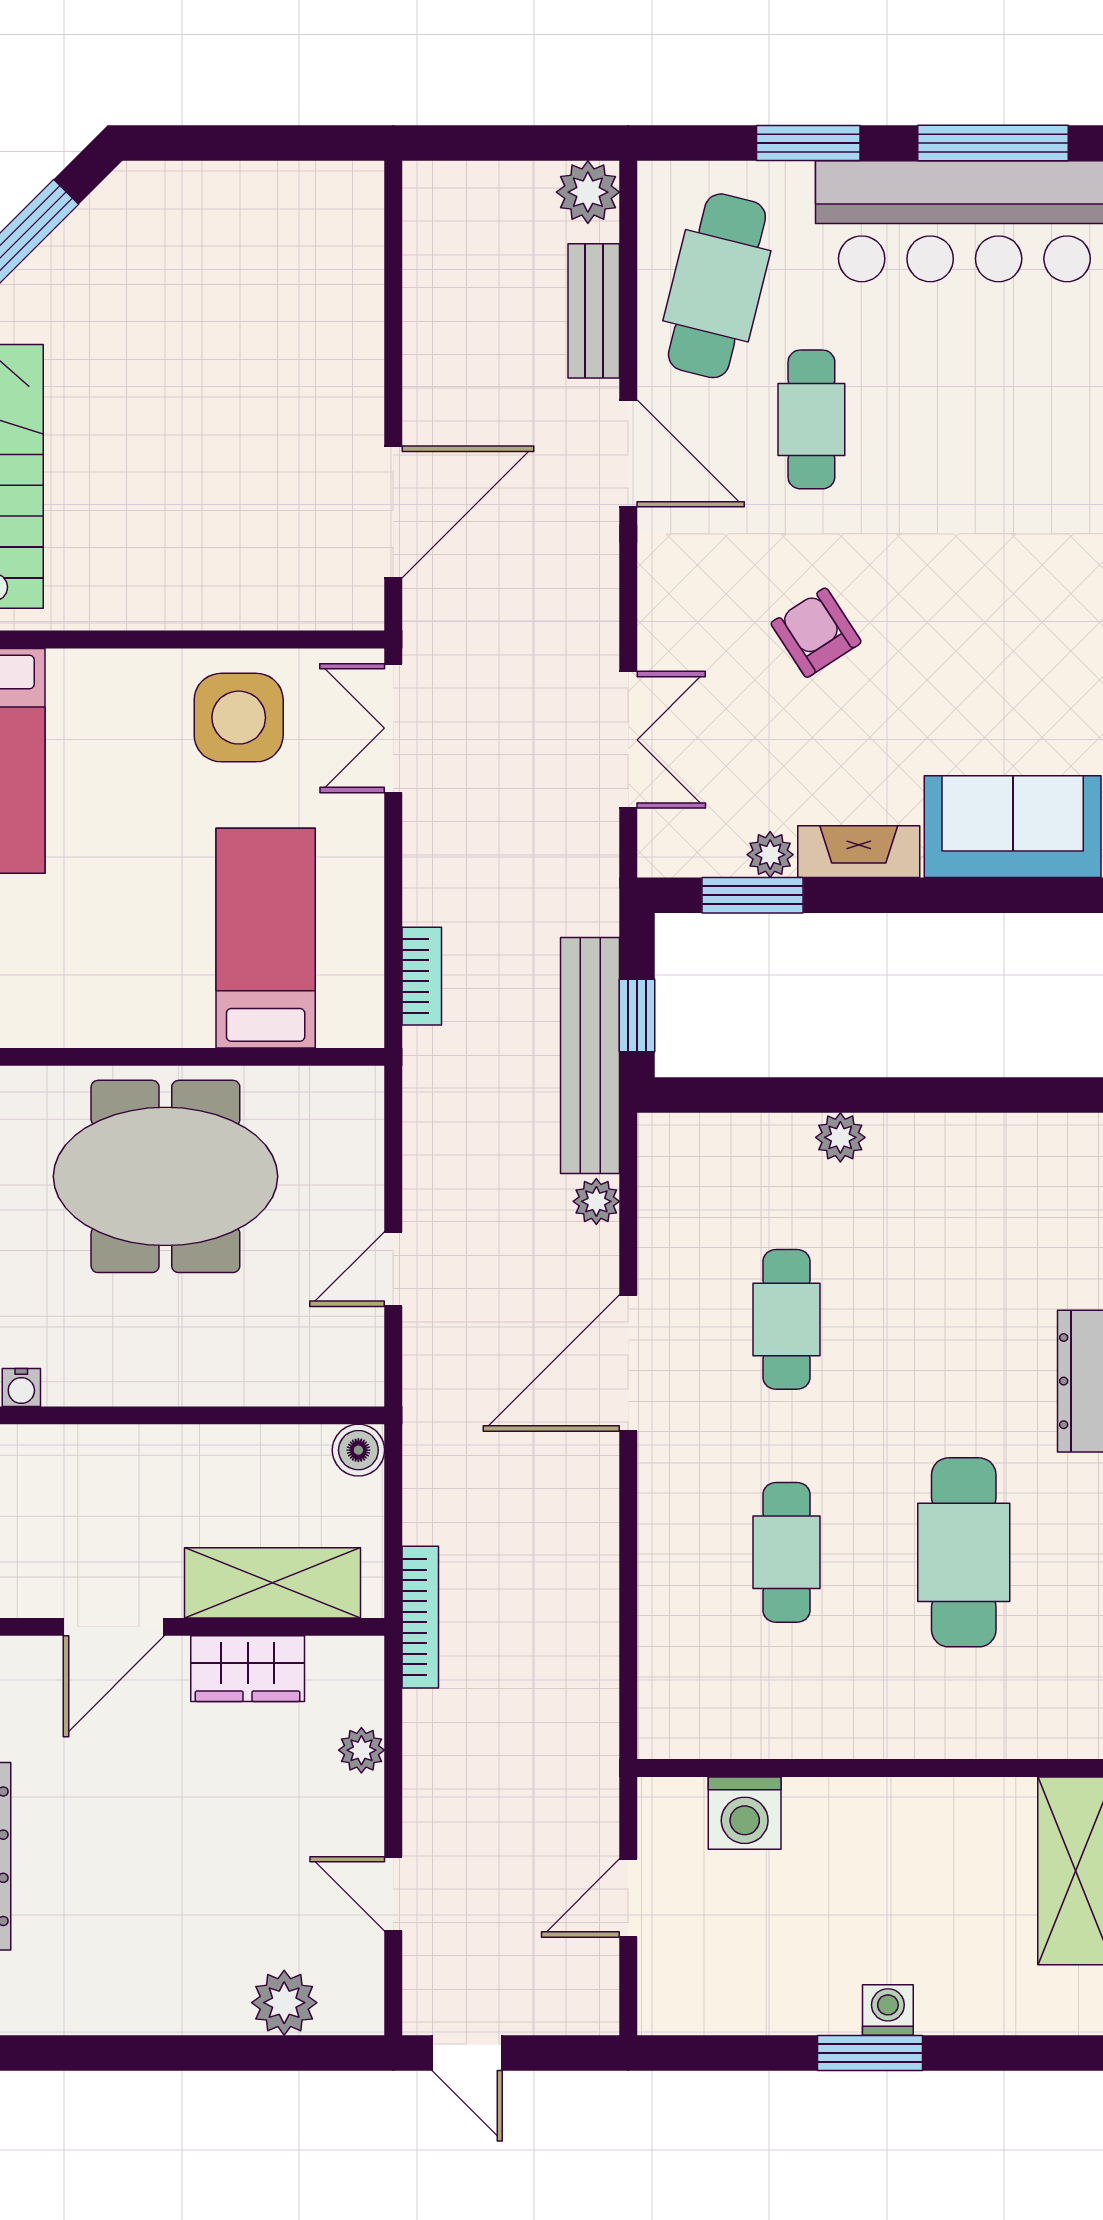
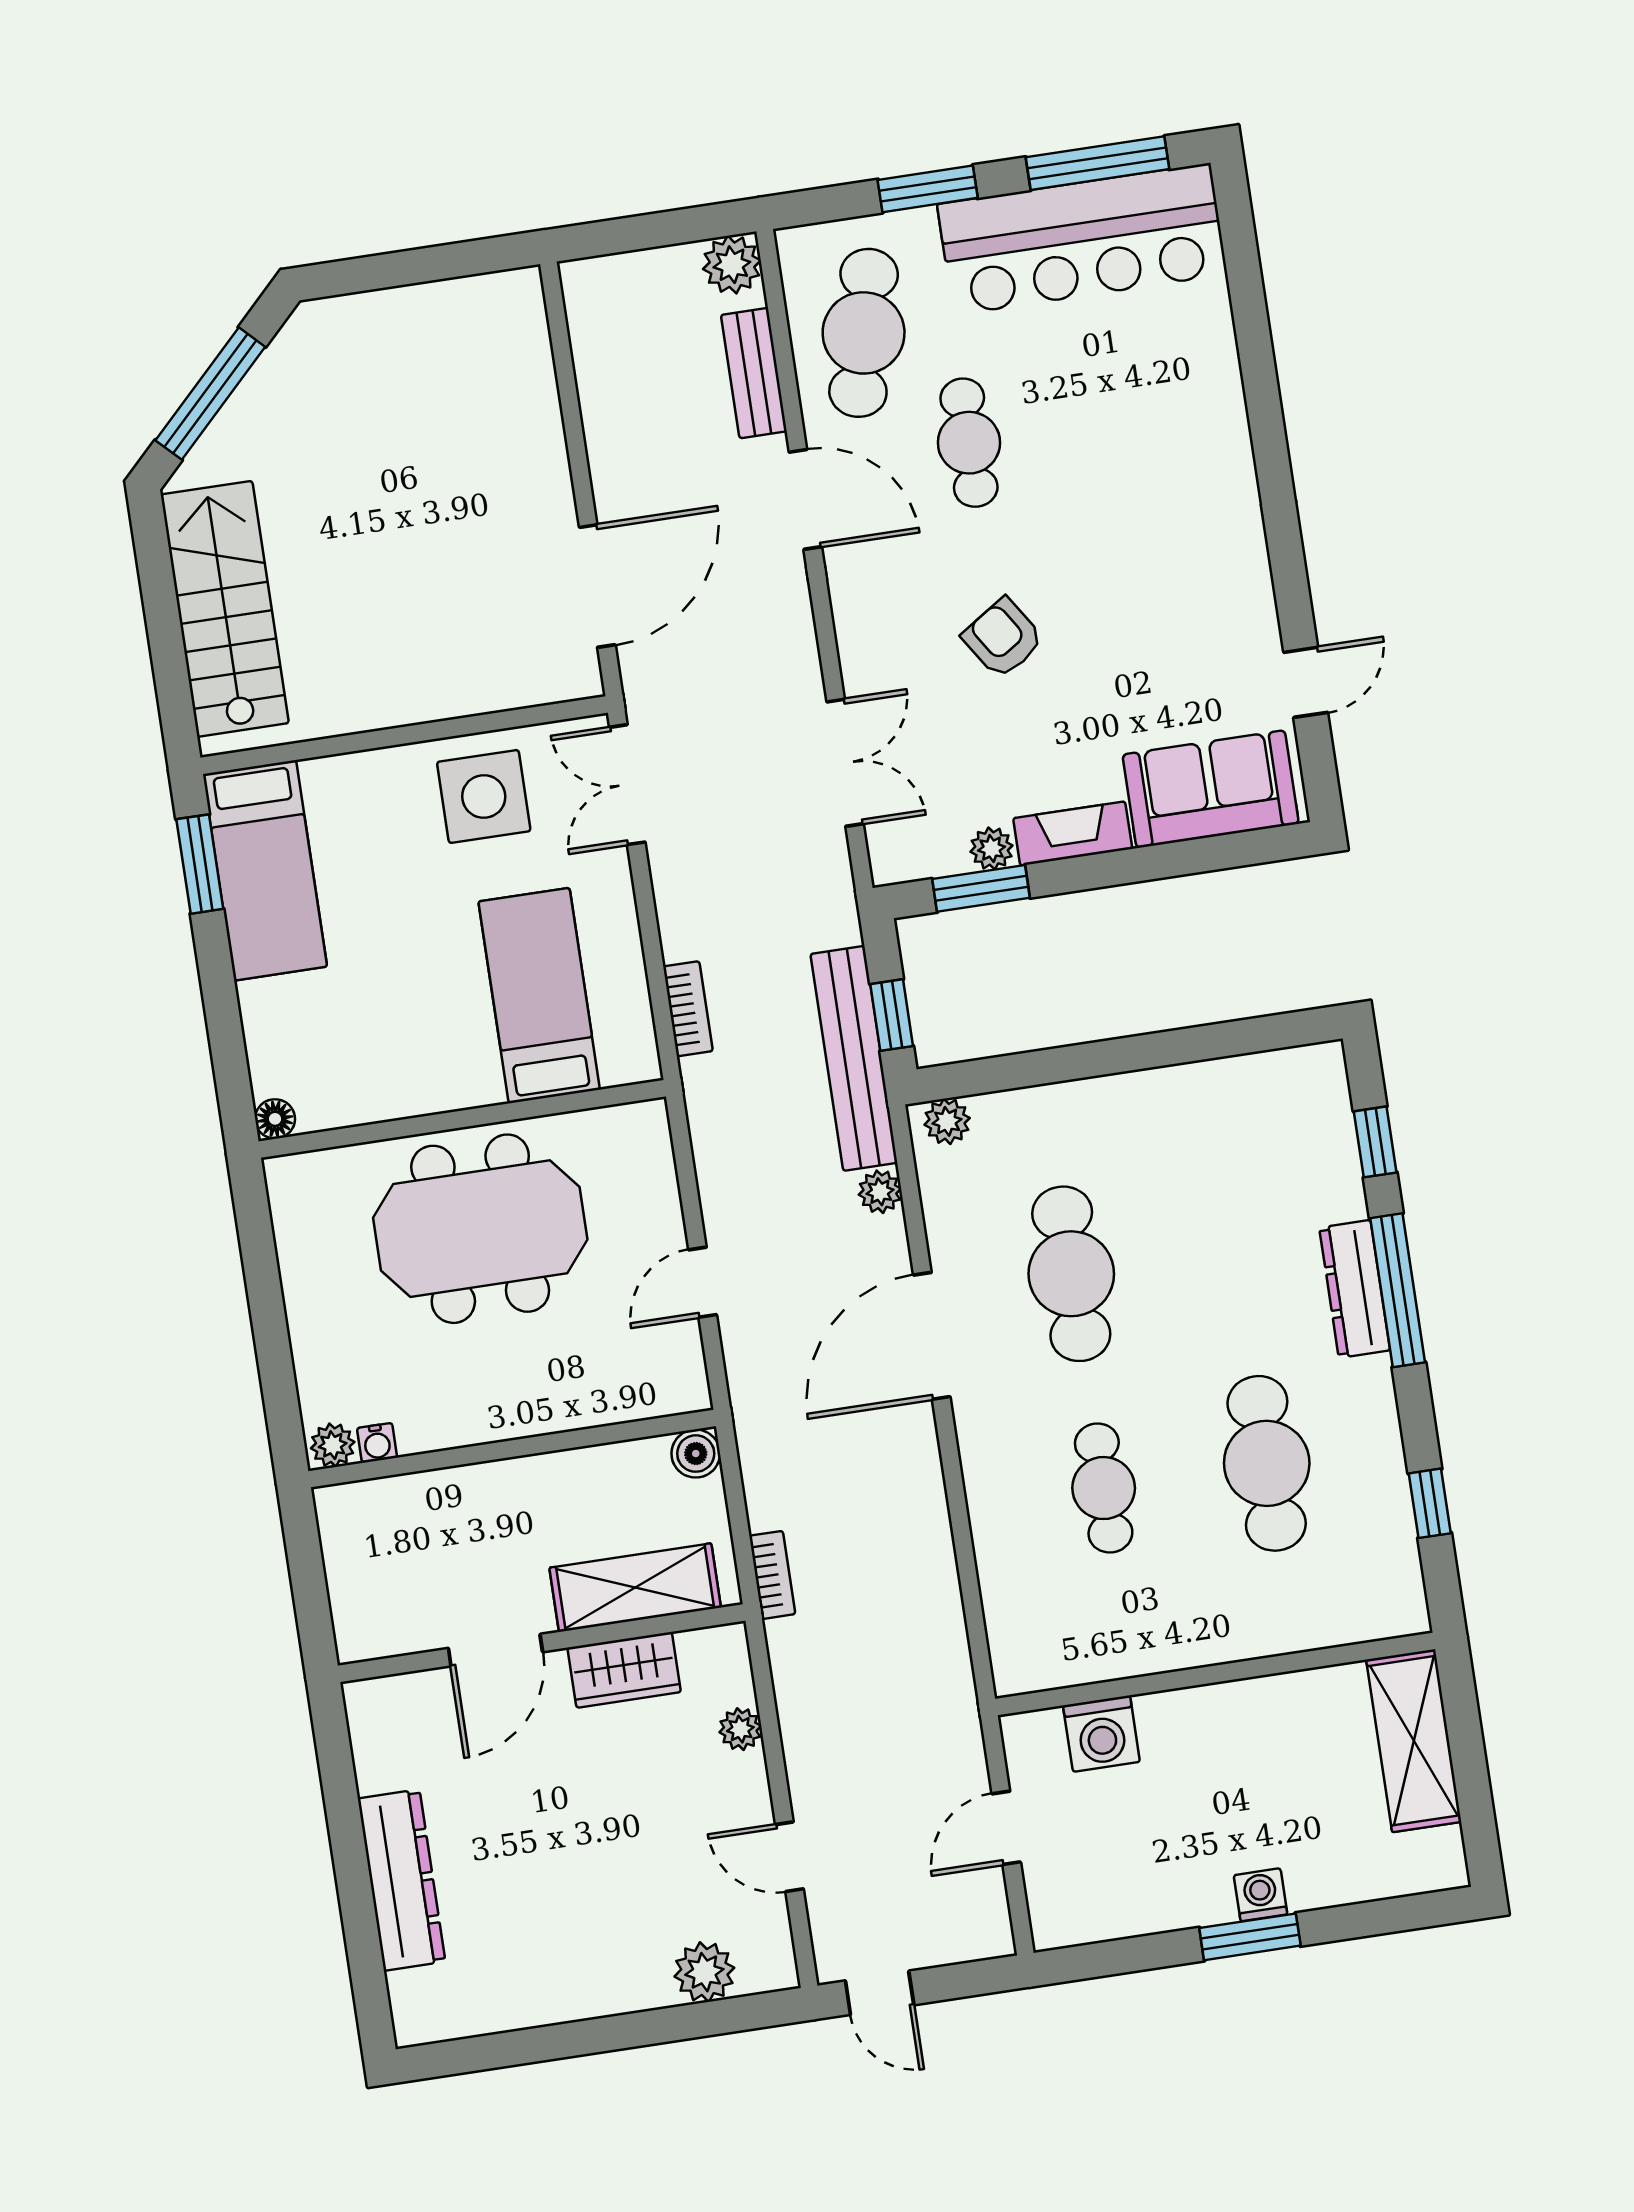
plant: (840, 1137) -> (947, 1121), moved
cafe table: (786, 1319) -> (1071, 1274), width x1.37, depth x1.35
bookcase: (420, 1617) -> (772, 1575), width x0.64

